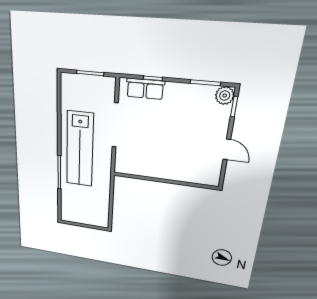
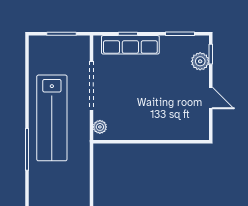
row of seats: (145, 89) -> (130, 45), width x1.48
plant: (225, 96) -> (200, 61), moved
plant: (121, 162) -> (100, 127), added

